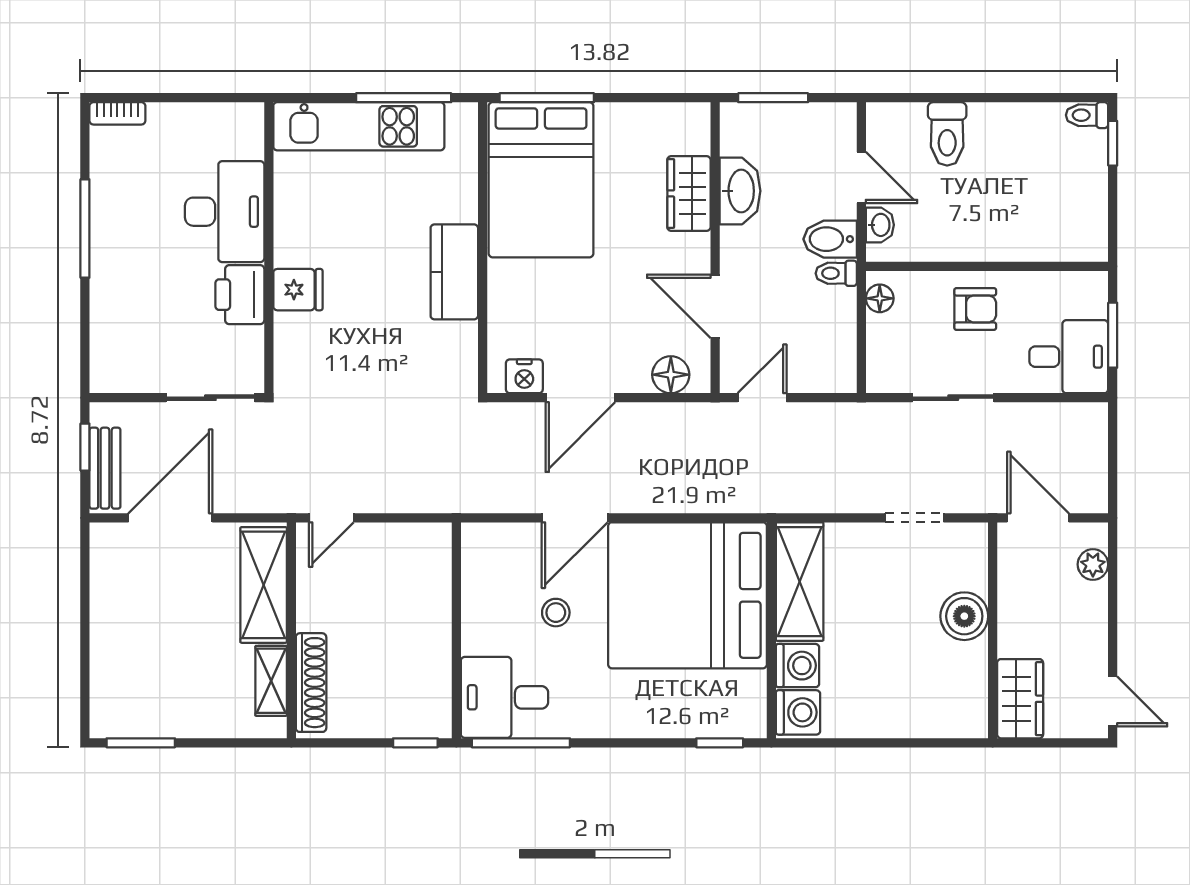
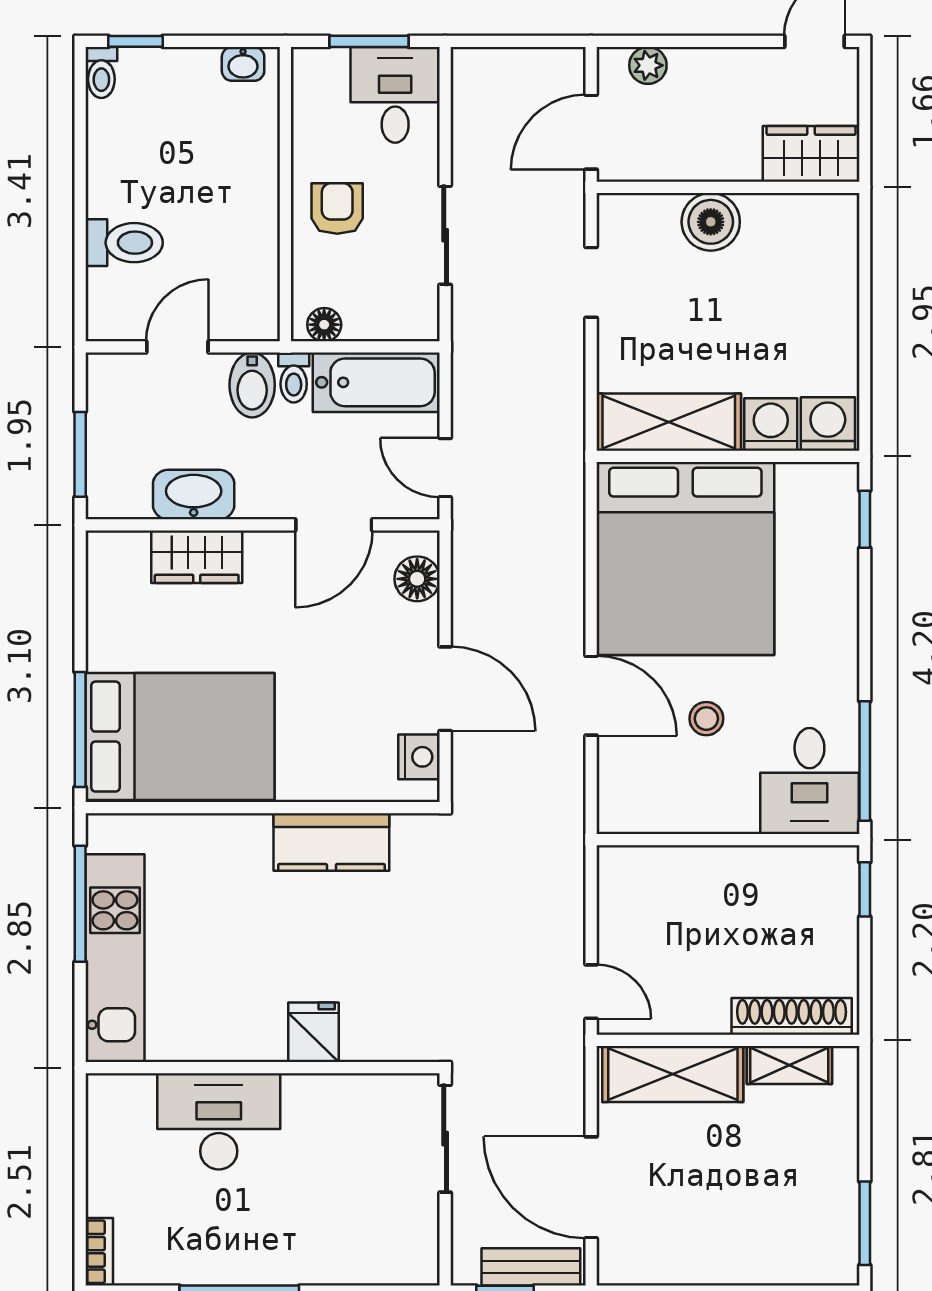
washbasin: (880, 225) -> (243, 64), moved, turned 180
kitchen counter: (454, 272) -> (331, 842), moved
printer: (240, 295) -> (320, 1103), removed
bathtub: (832, 341) -> (376, 382), added

